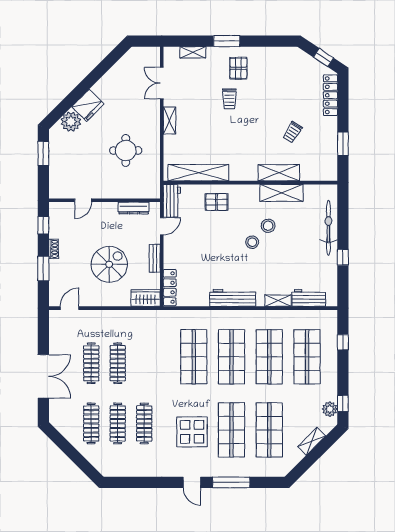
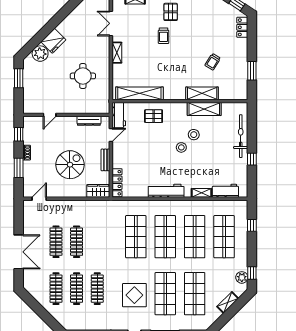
locker: (330, 95) -> (242, 27), width x0.66

